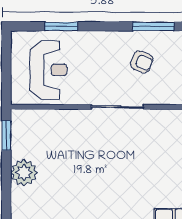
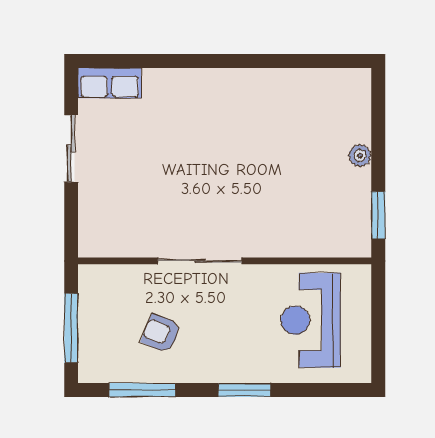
window: (61, 26) -> (245, 390), moved
plant: (24, 172) -> (360, 156), width x0.53, depth x0.53

